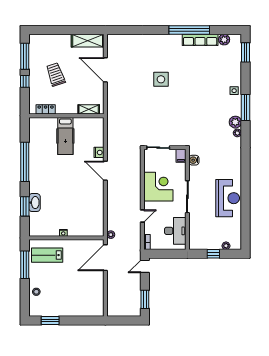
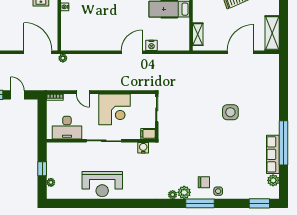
chair: (226, 104) -> (204, 182), added
door: (145, 266) -> (17, 95), moved

